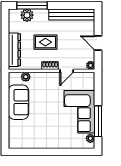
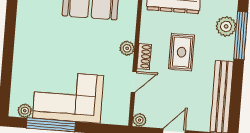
door: (67, 71) -> (134, 82), swing flipped
plant: (26, 77) -> (127, 48), moved

